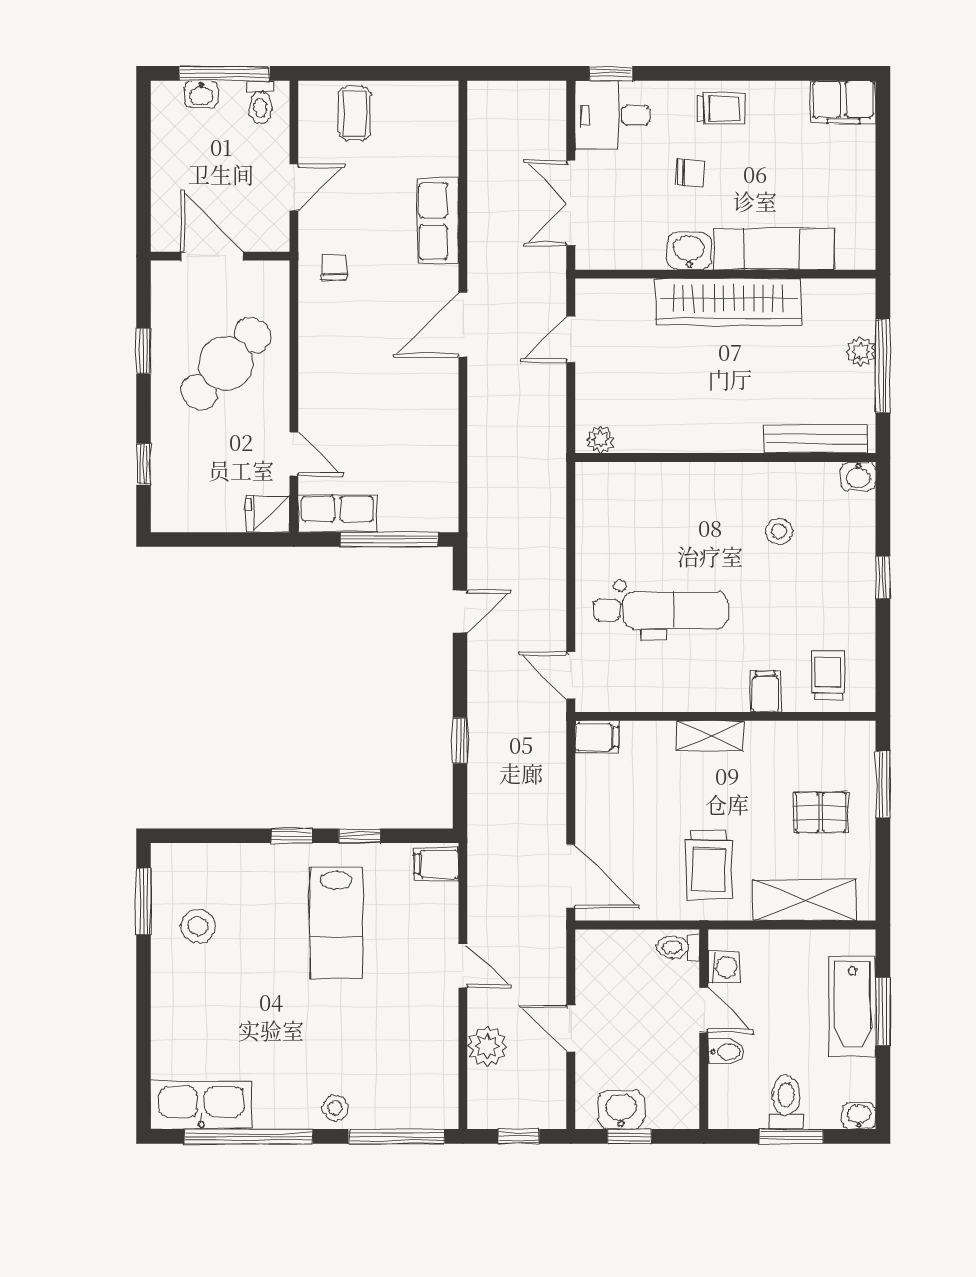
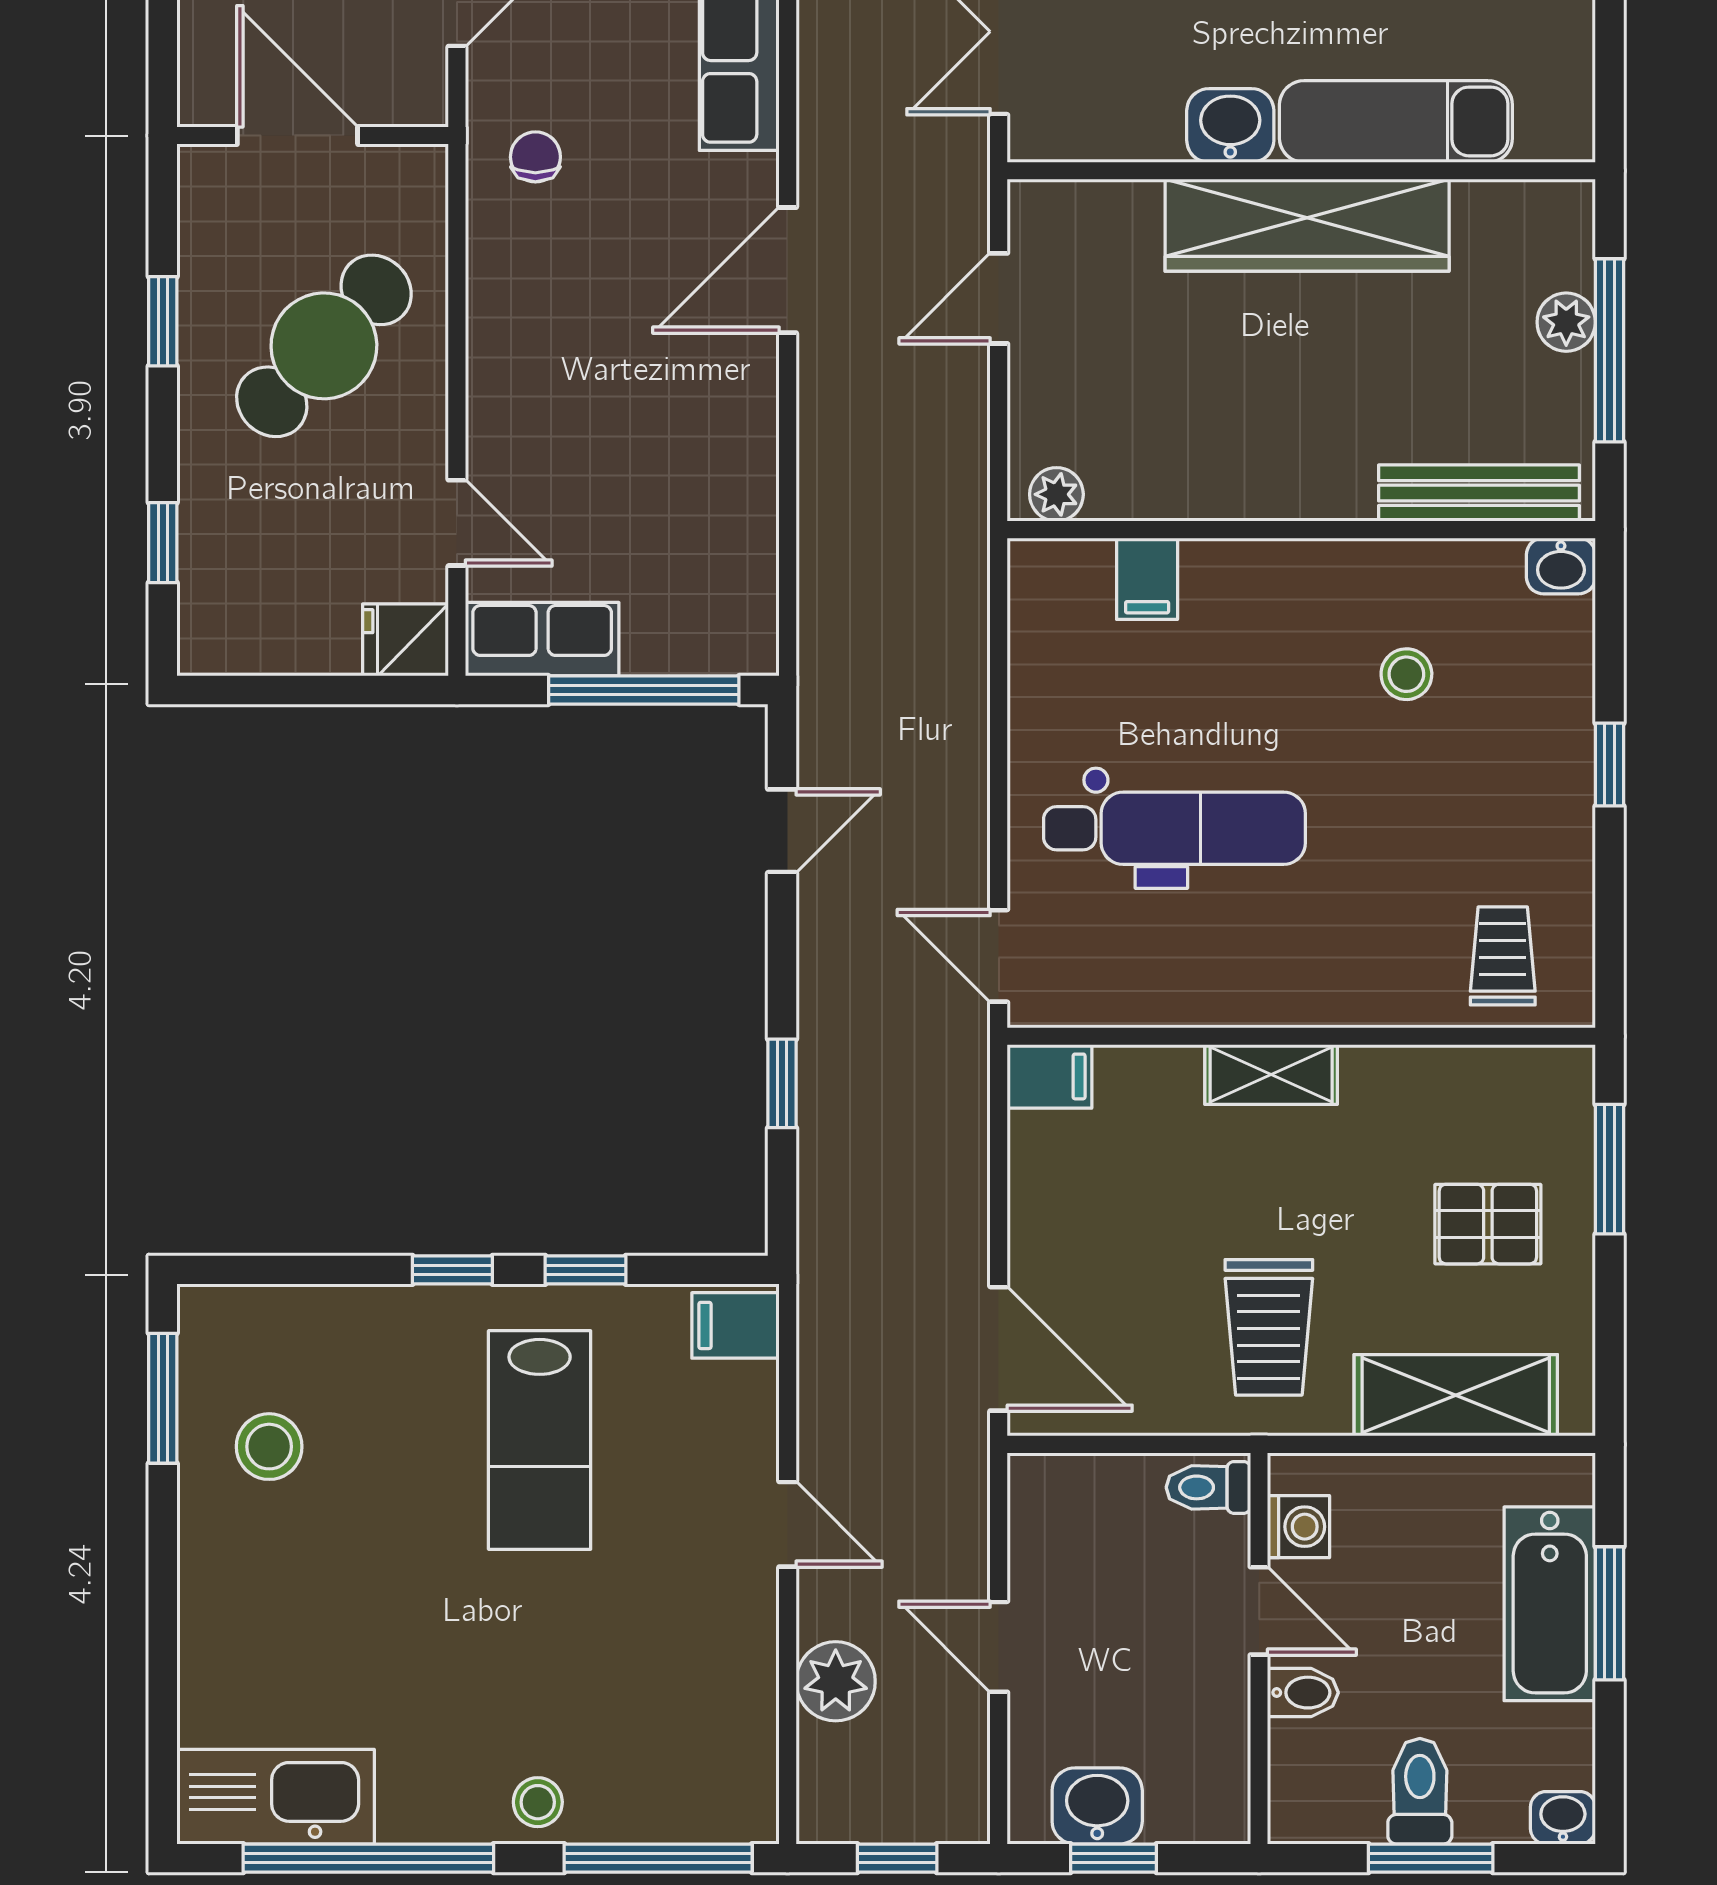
filing cabinet: (765, 691) -> (1147, 579), moved, turned 180

